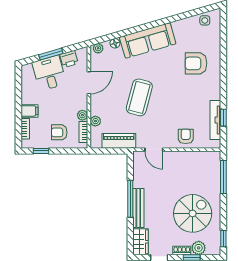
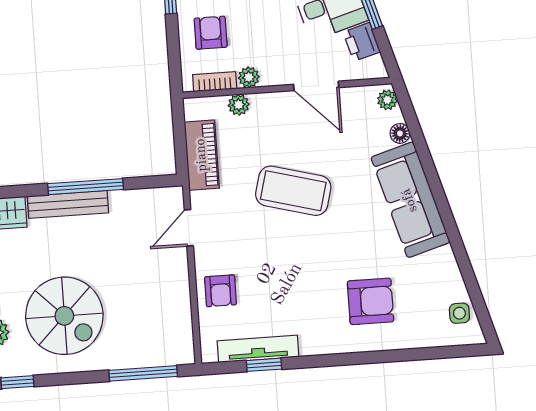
armchair: (196, 63) -> (371, 301), turned 90
armchair: (186, 136) -> (220, 291), turned 90

